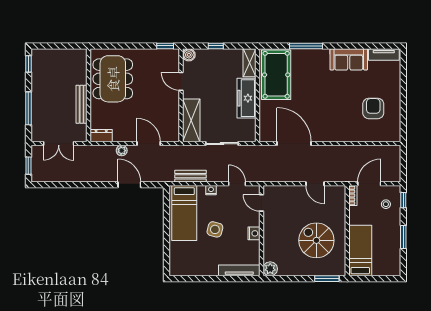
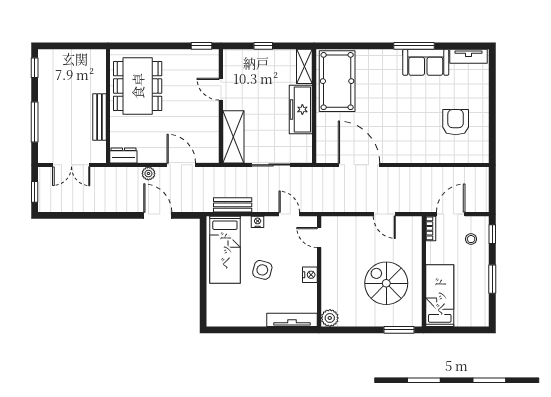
window: (306, 46) -> (414, 46), moved
boiler: (189, 55) -> (230, 57), removed

